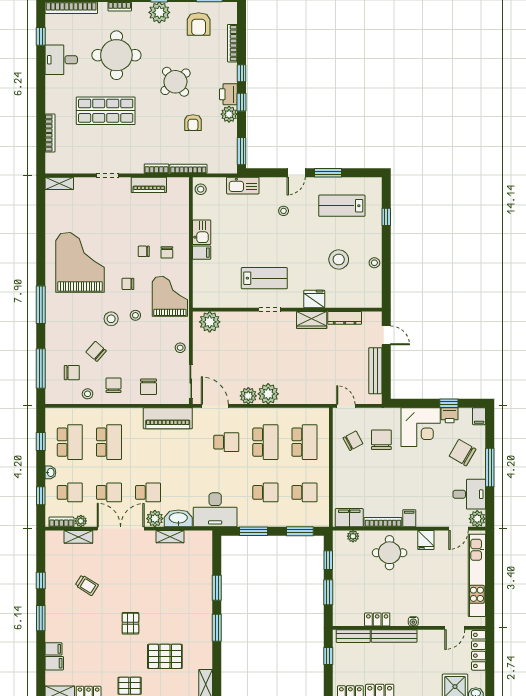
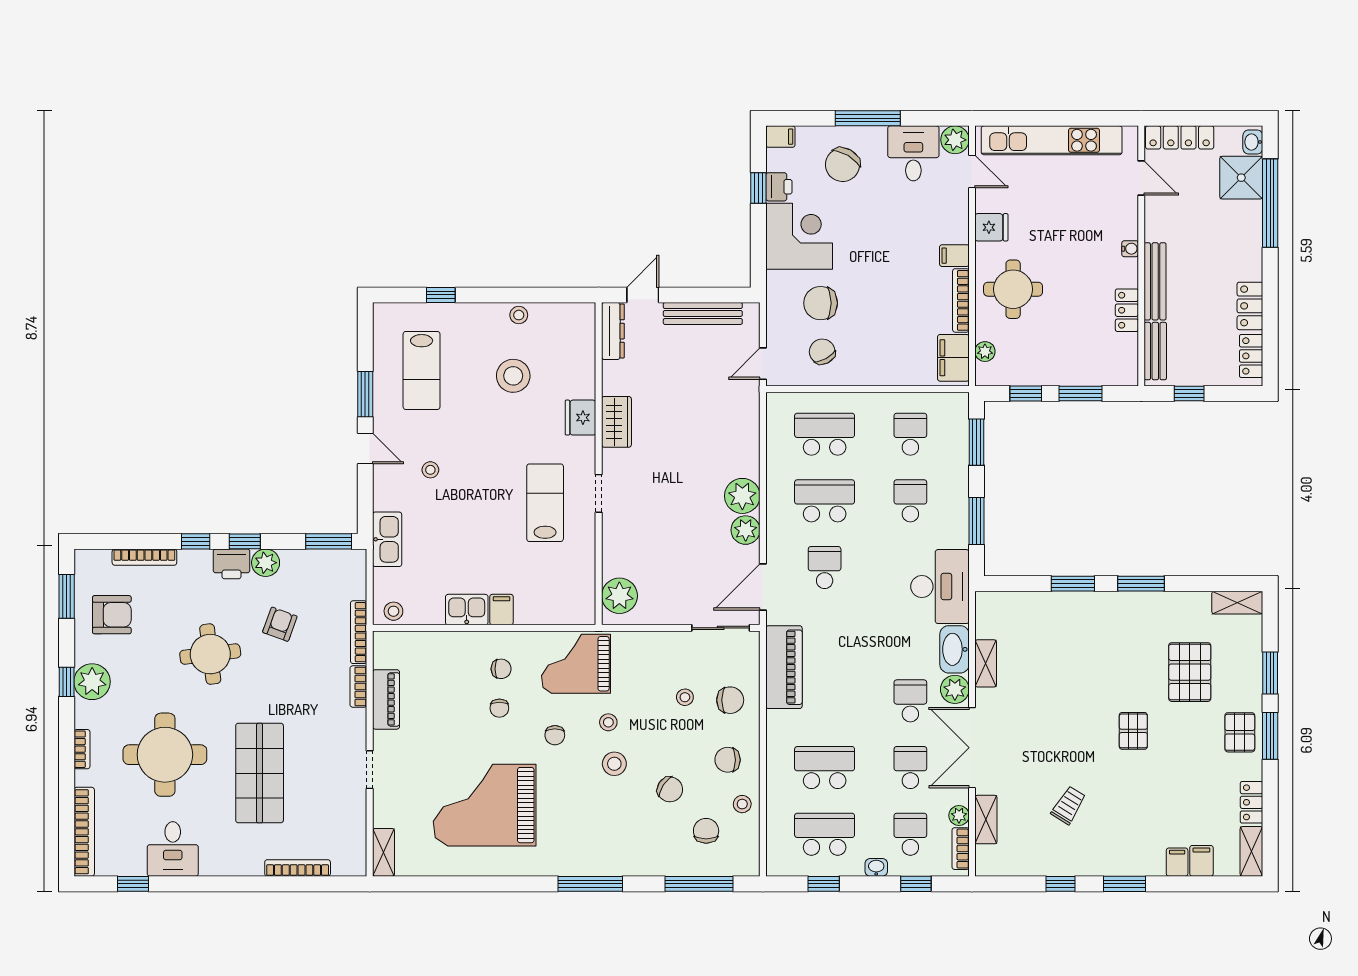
round table: (175, 82) -> (210, 654), turned 33
armchair: (193, 123) -> (280, 624), turned -70
grand piano: (80, 262) -> (485, 805), moved
dresser: (345, 318) -> (613, 331), moved
stool: (180, 348) -> (685, 697), moved
chair: (96, 351) -> (670, 789), turned -98
pallet: (130, 623) -> (1133, 731), turned 90

